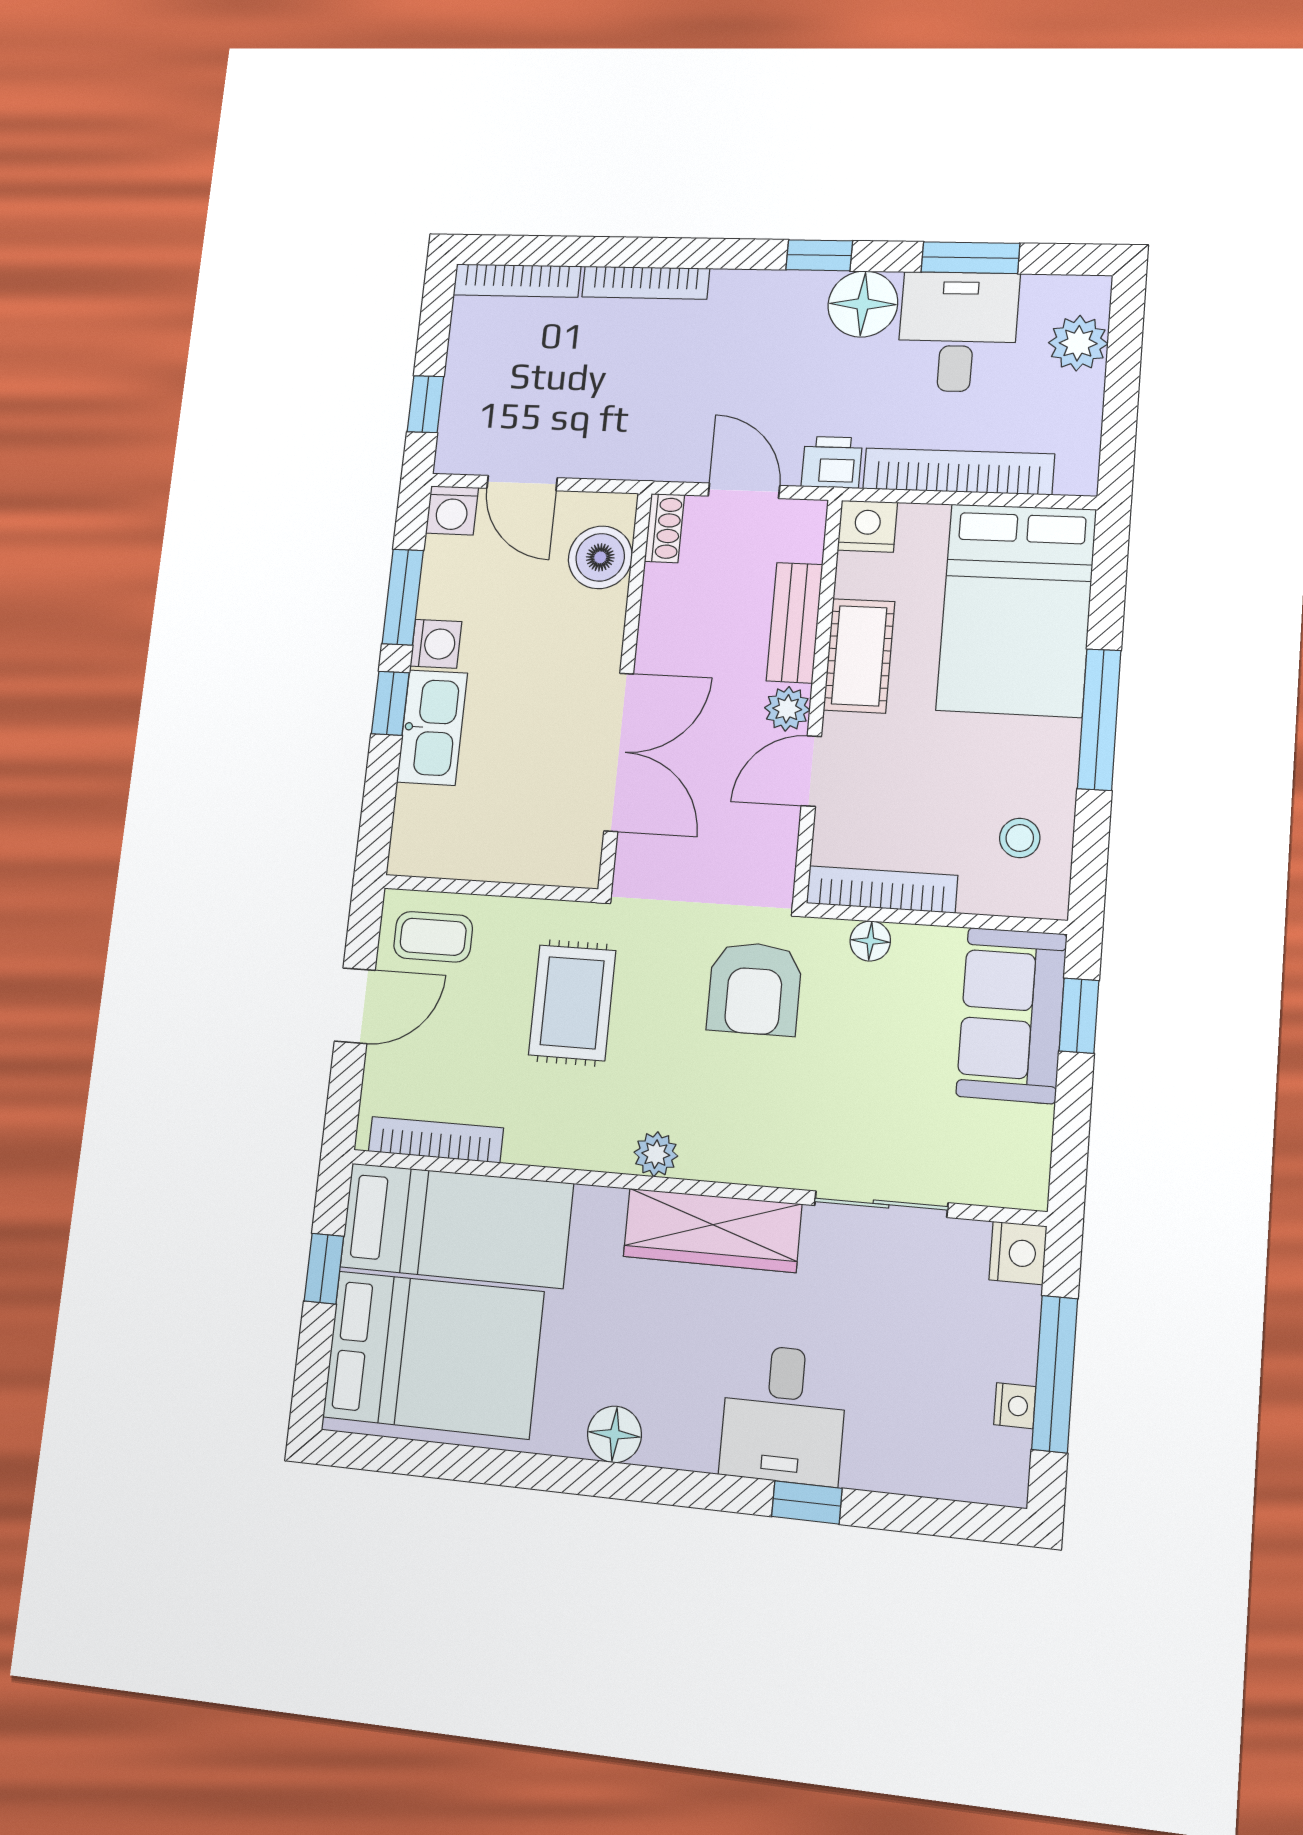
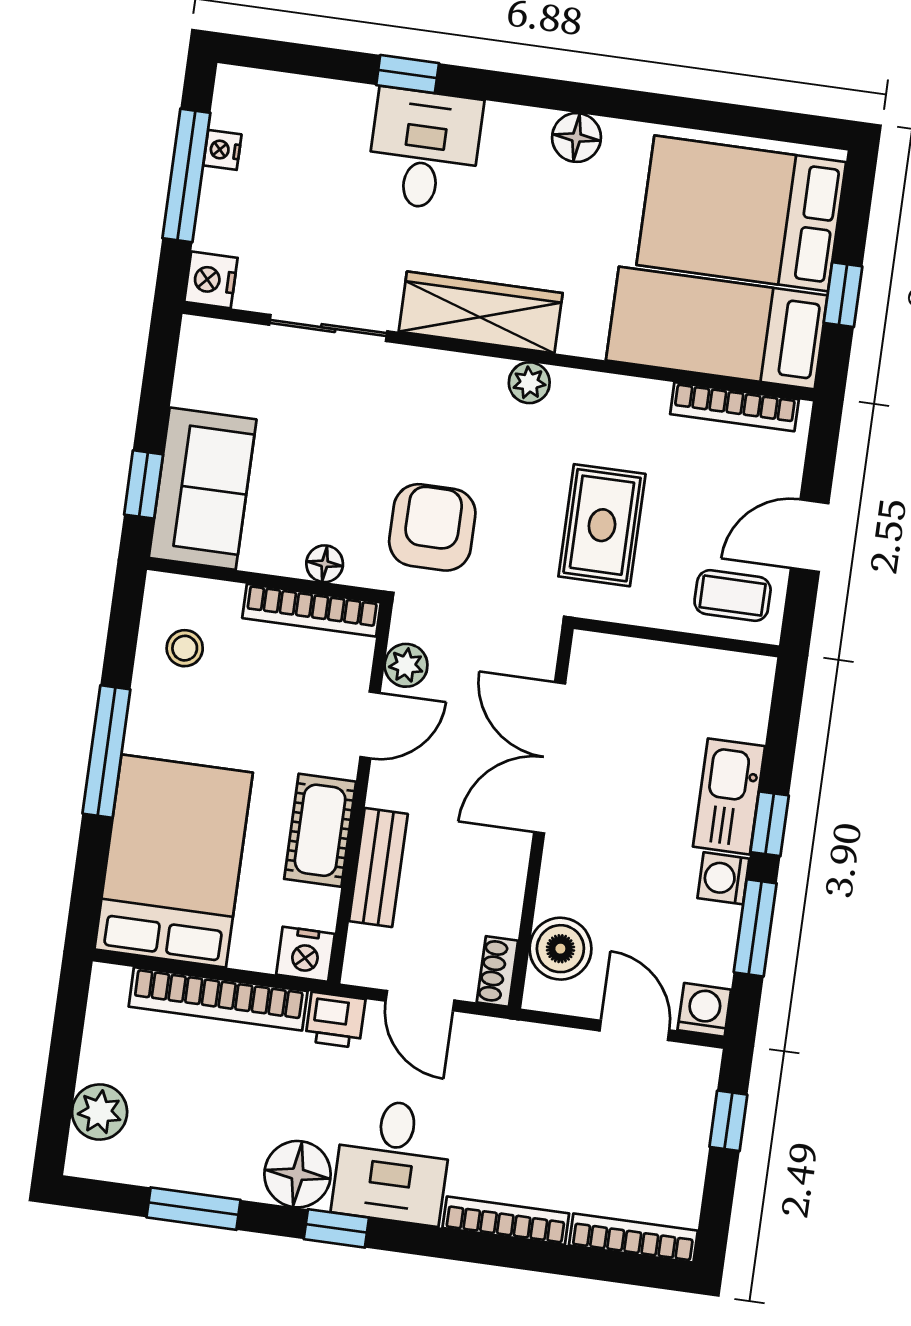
desk: (958, 332) -> (392, 1161), moved
plant: (787, 709) -> (406, 665), moved

